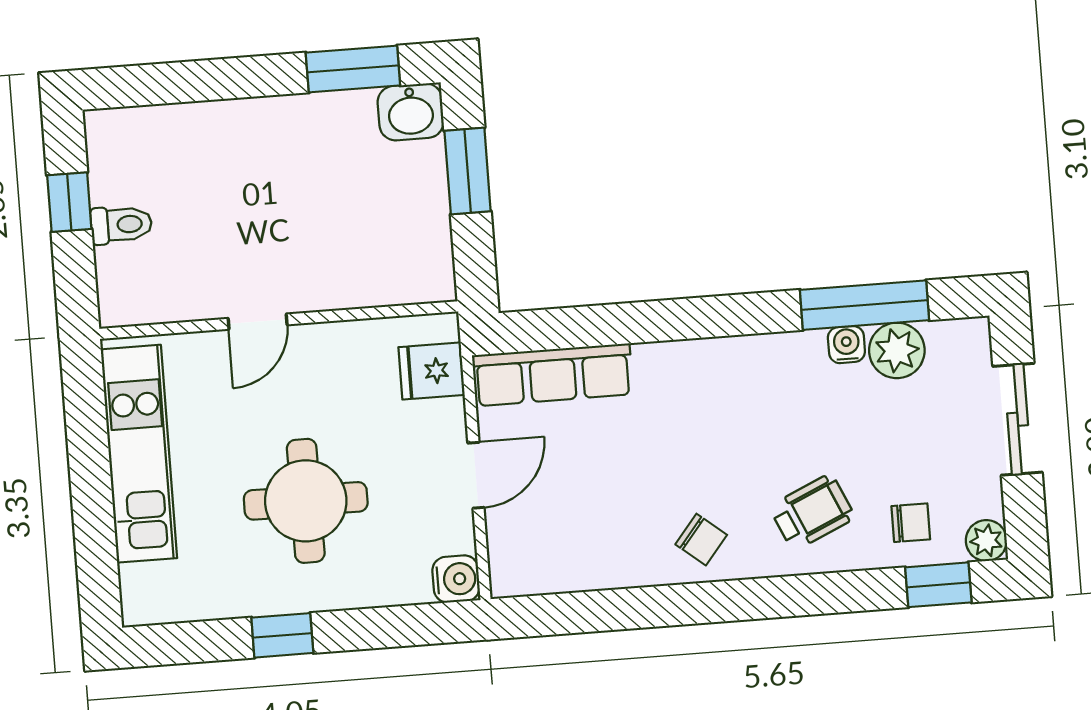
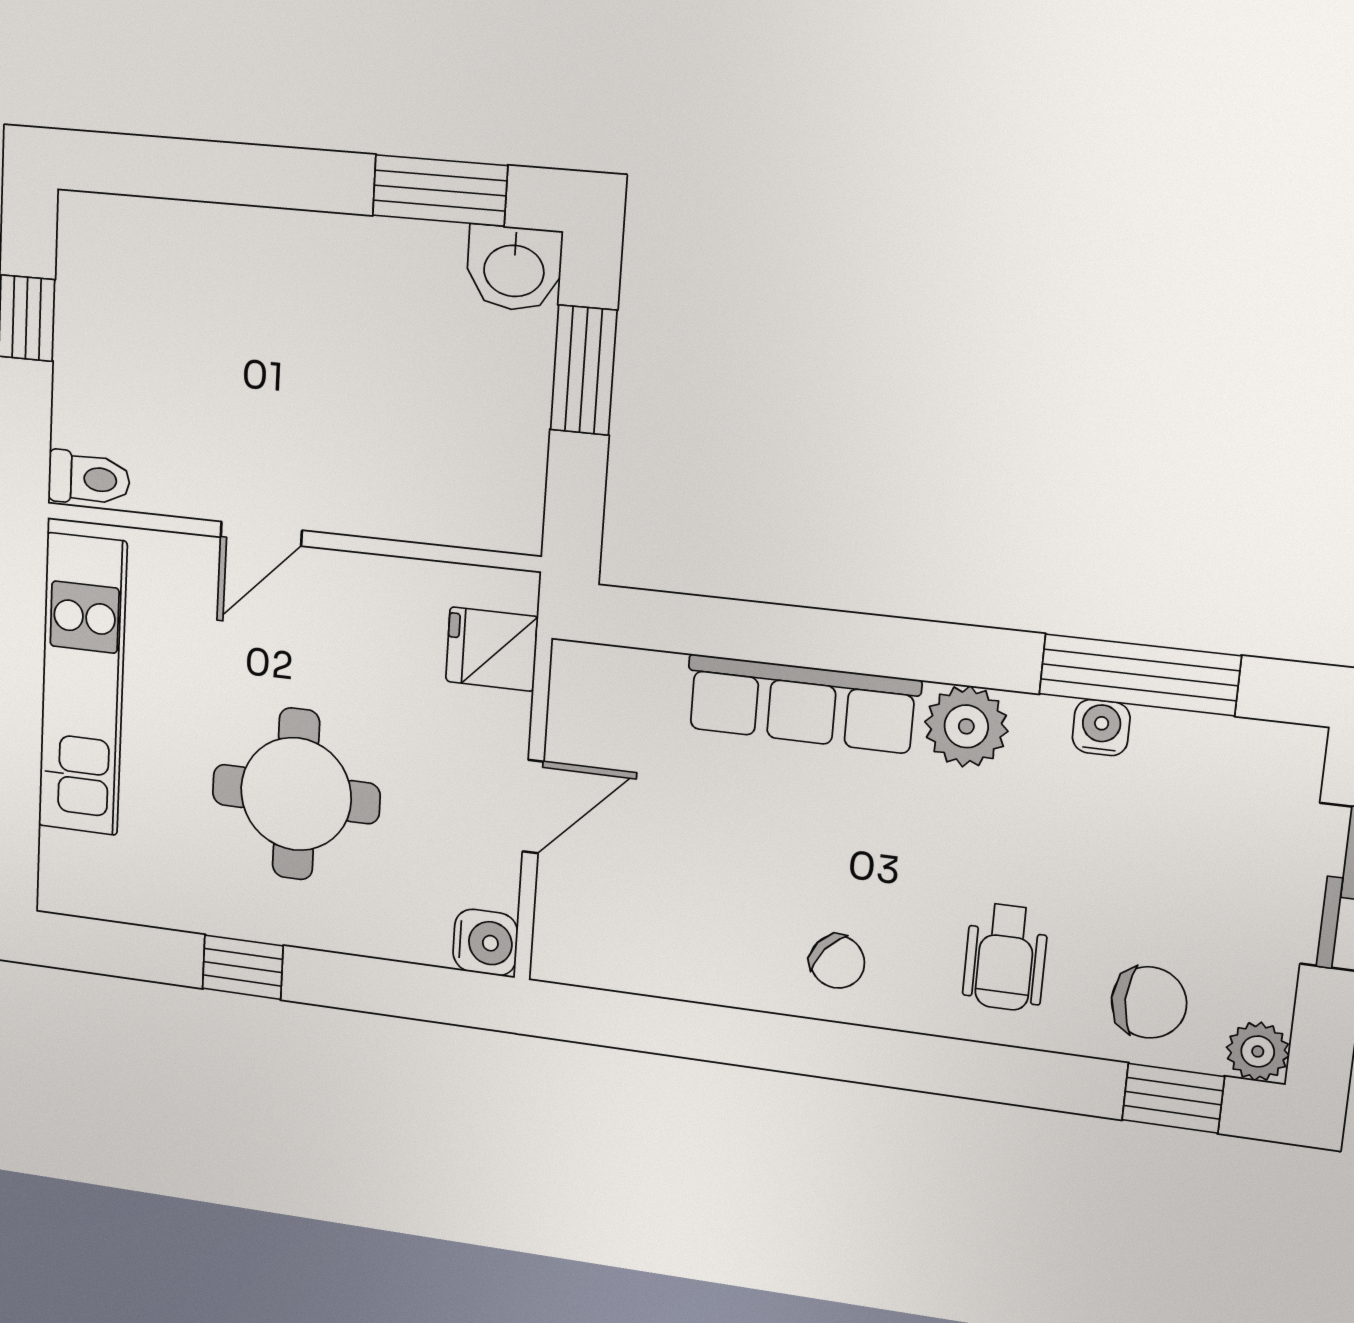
toilet: (121, 225) -> (89, 479), moved
plant: (897, 350) -> (966, 726), moved
row of seats: (553, 375) -> (802, 704), moved
wheelchair: (812, 512) -> (1005, 957), turned 114
chair: (911, 523) -> (1149, 1002), width x1.37, depth x1.37

